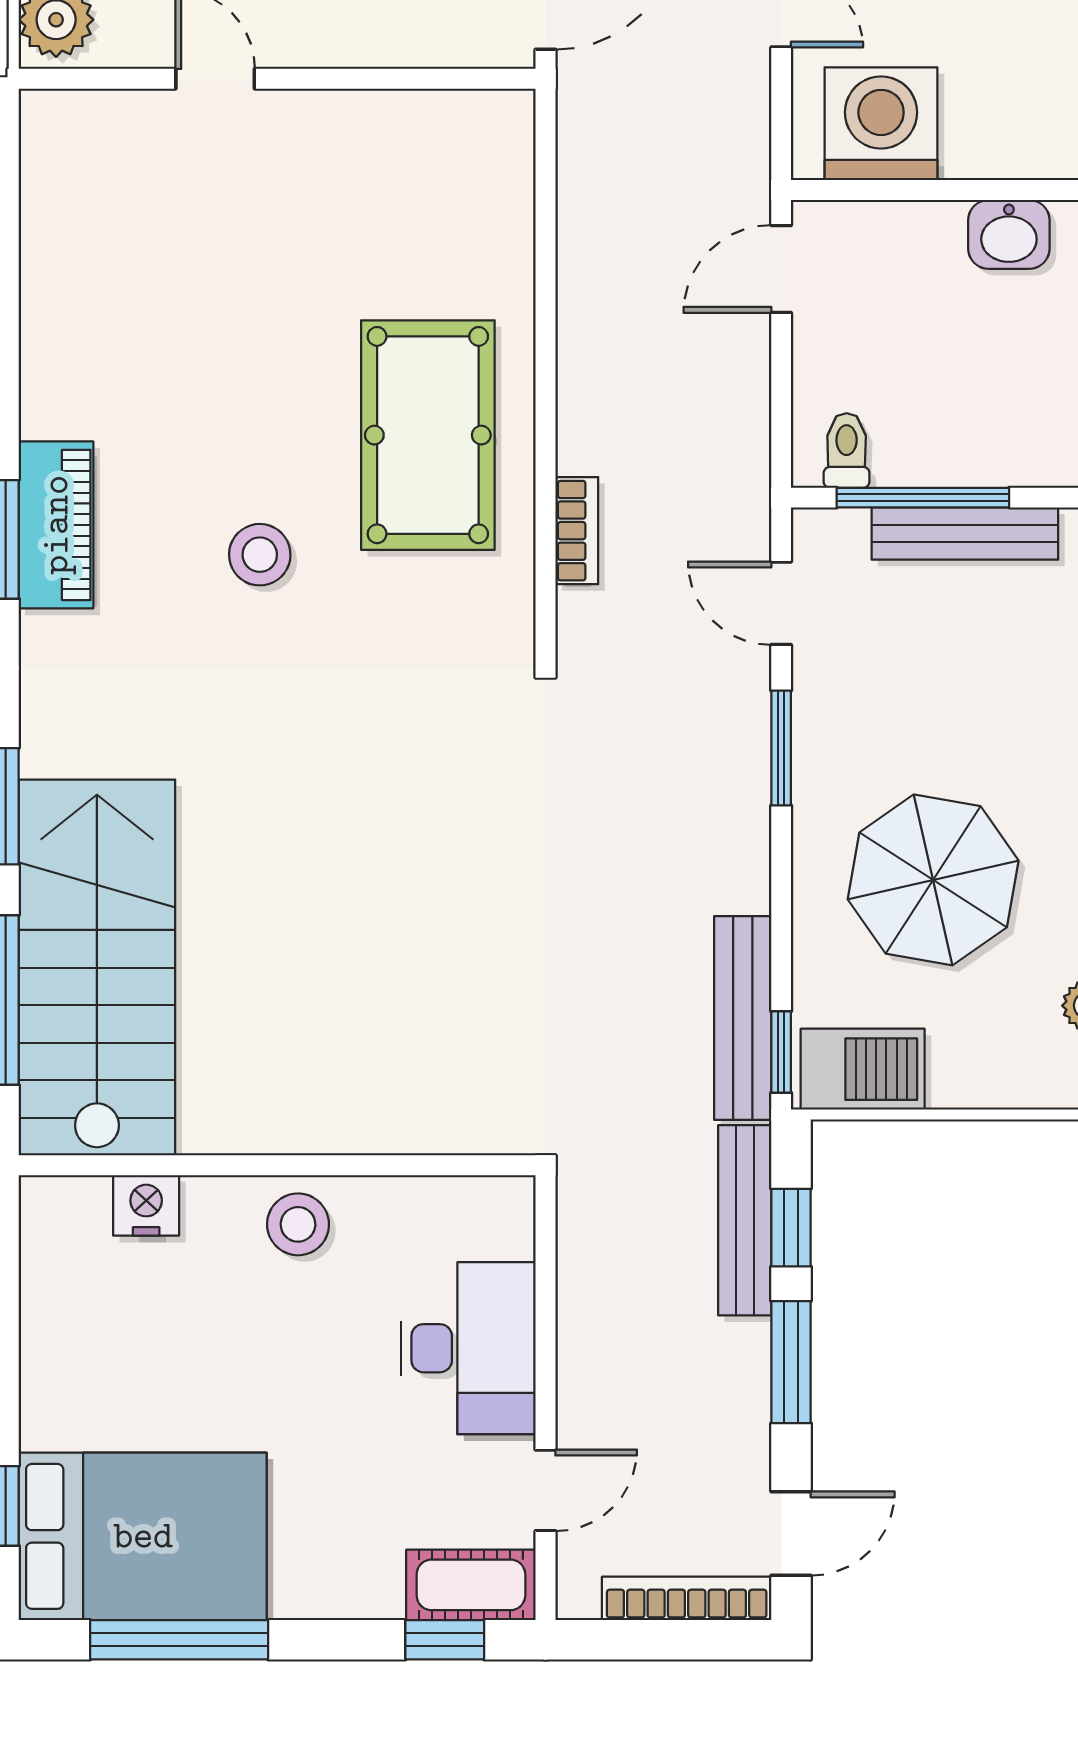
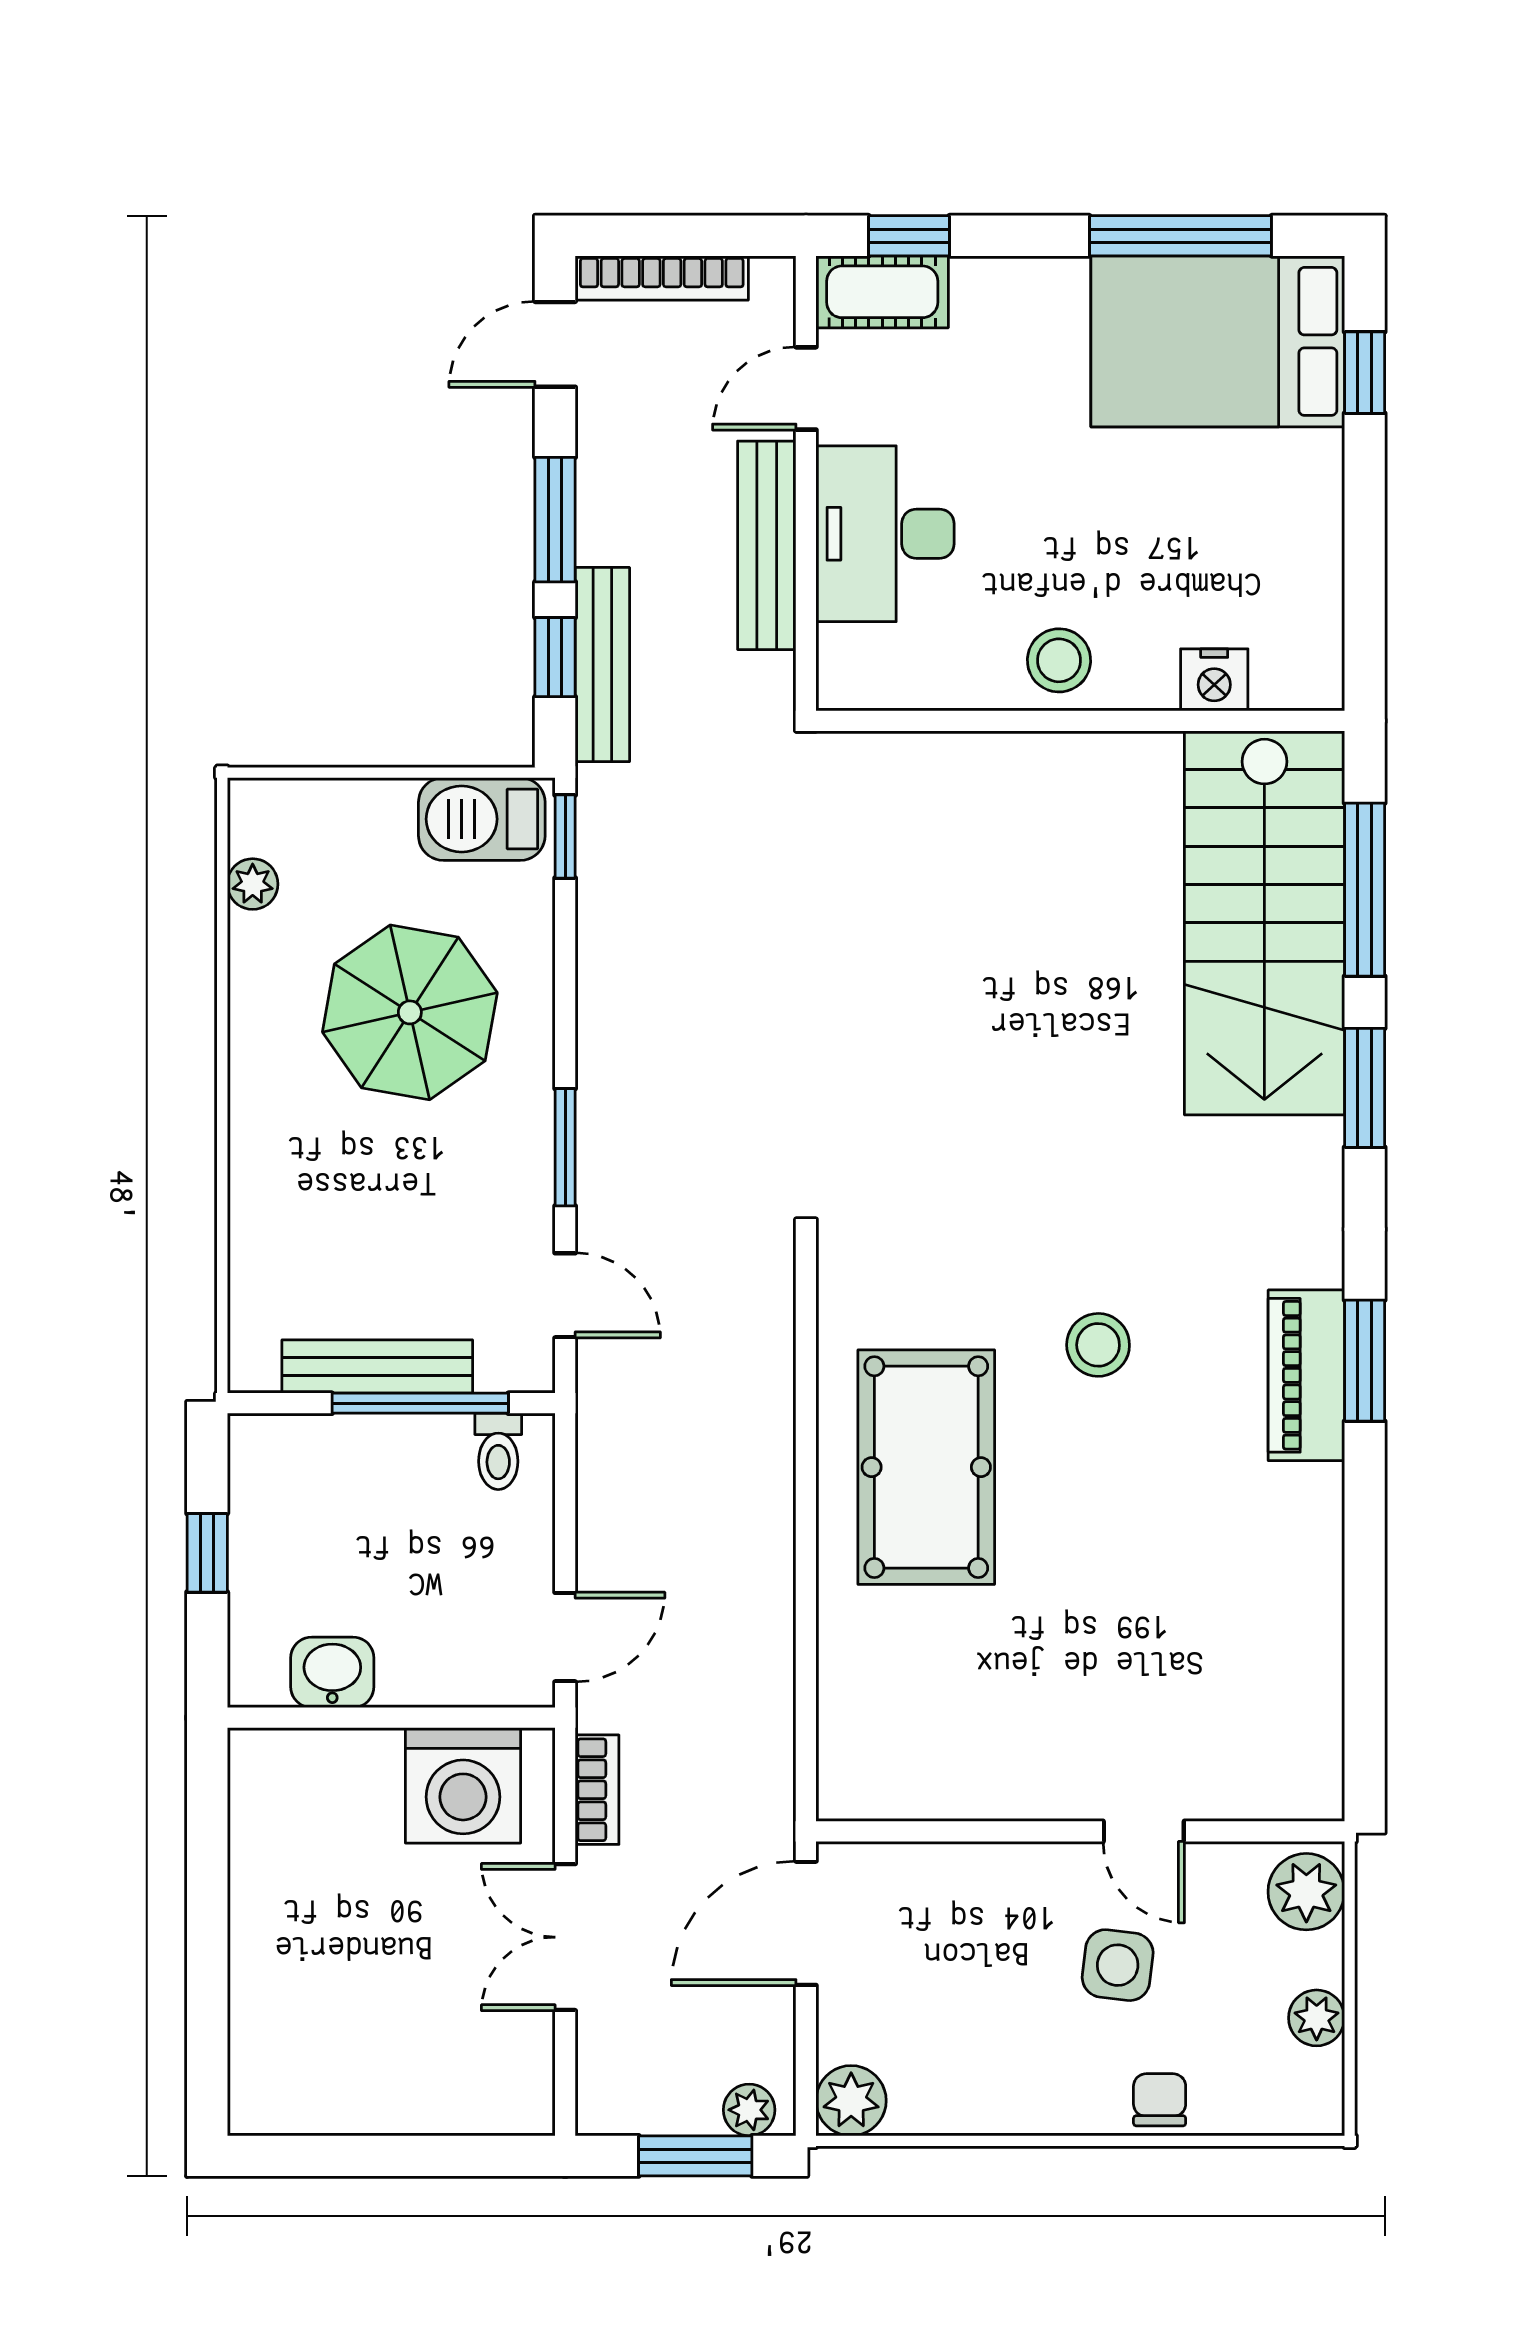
bookcase: (577, 531) -> (597, 1790), moved, turned 180
bench: (743, 1018) -> (767, 545), moved

